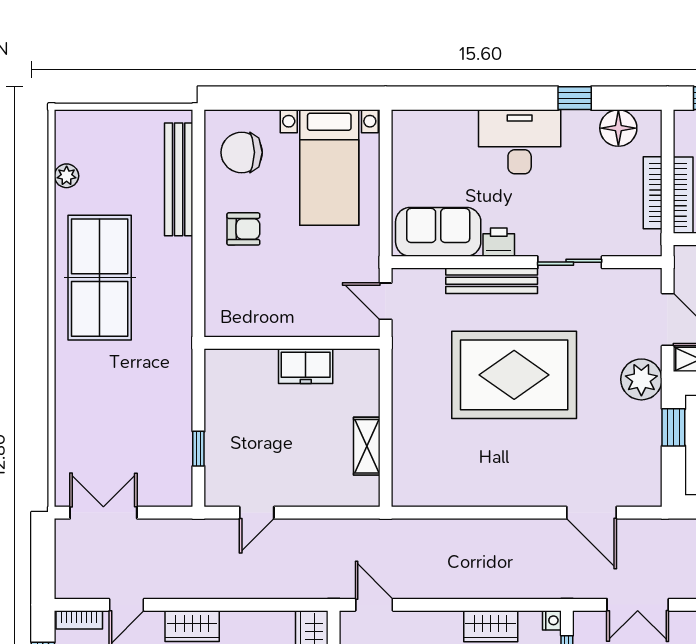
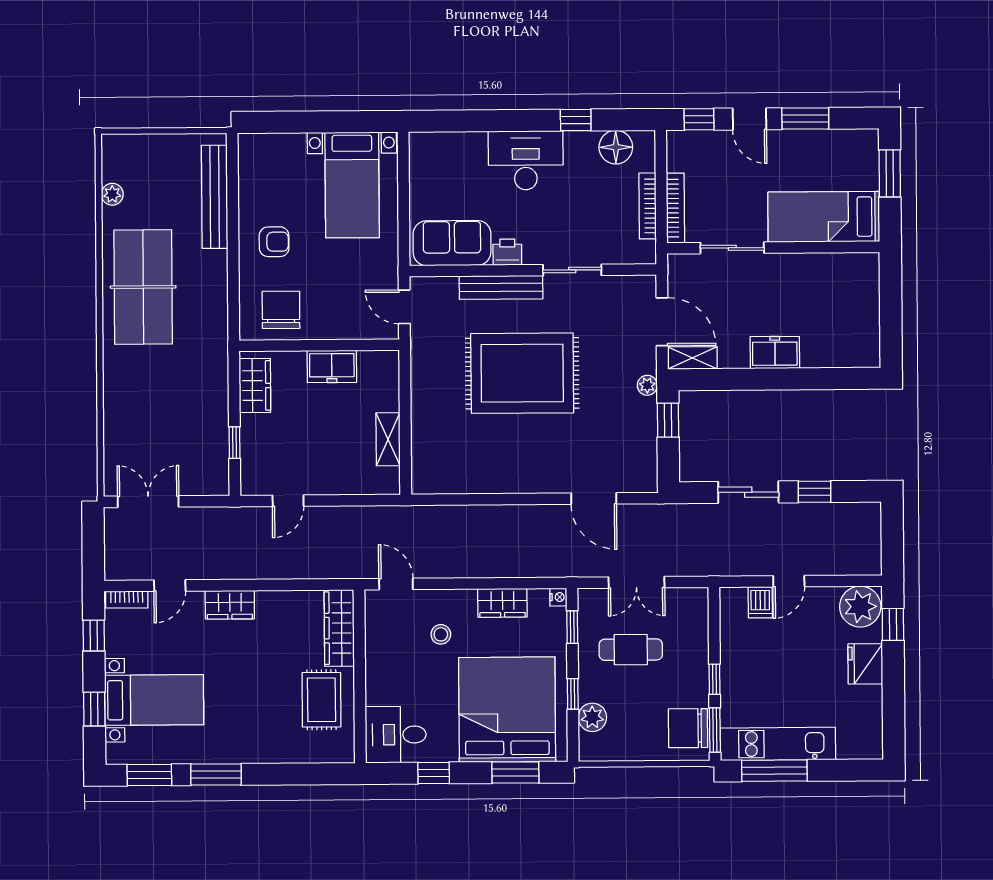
chair: (242, 152) -> (281, 310), moved, turned 90
plant: (641, 379) -> (647, 385), width x0.53, depth x0.53
wardrobe: (221, 386) -> (255, 386), added

